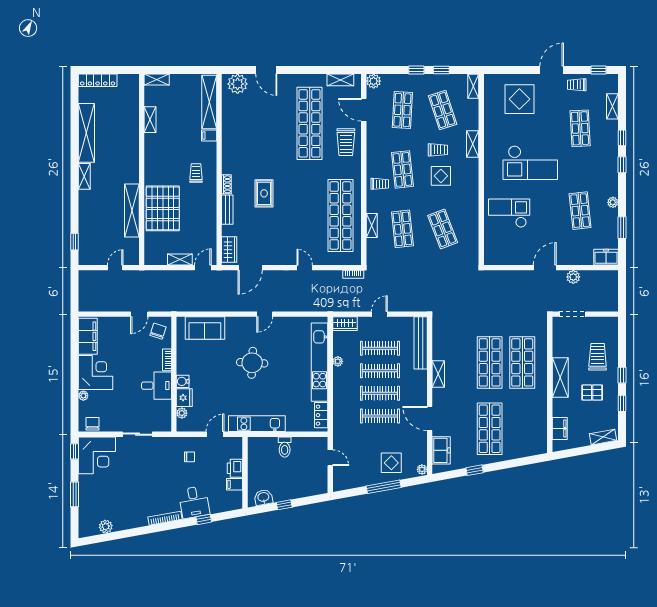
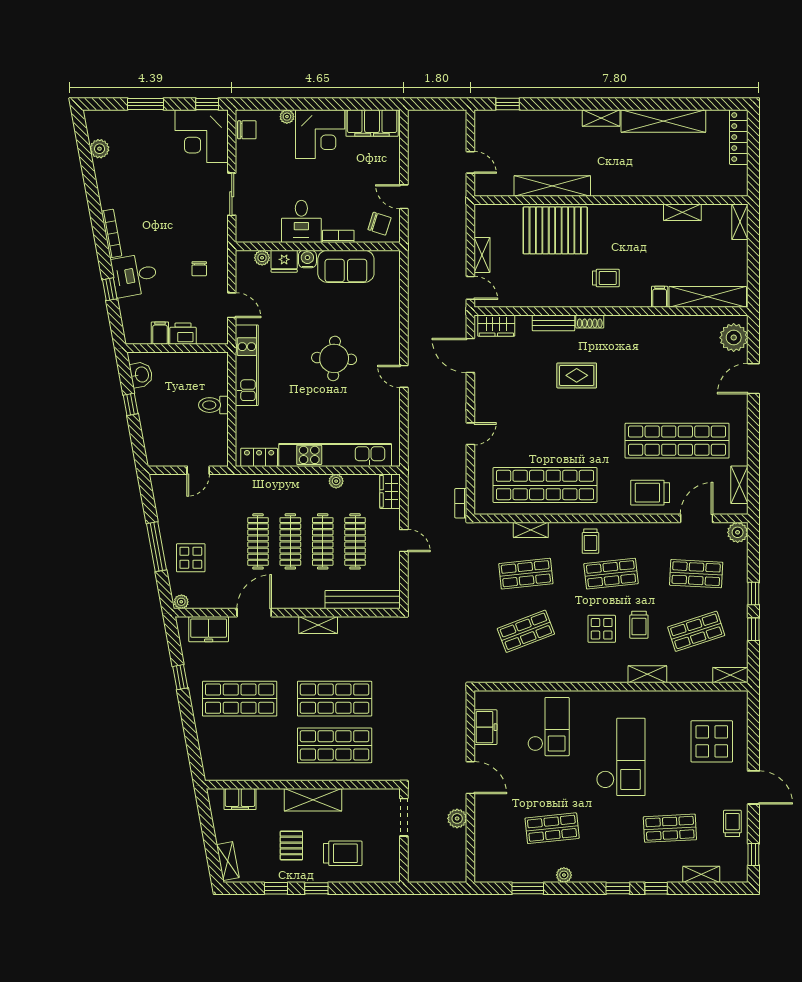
checkout: (530, 163) -> (621, 757), turned 180
freezer: (606, 257) -> (485, 727), moved
sofa: (205, 328) -> (346, 266), moved, turned -90

